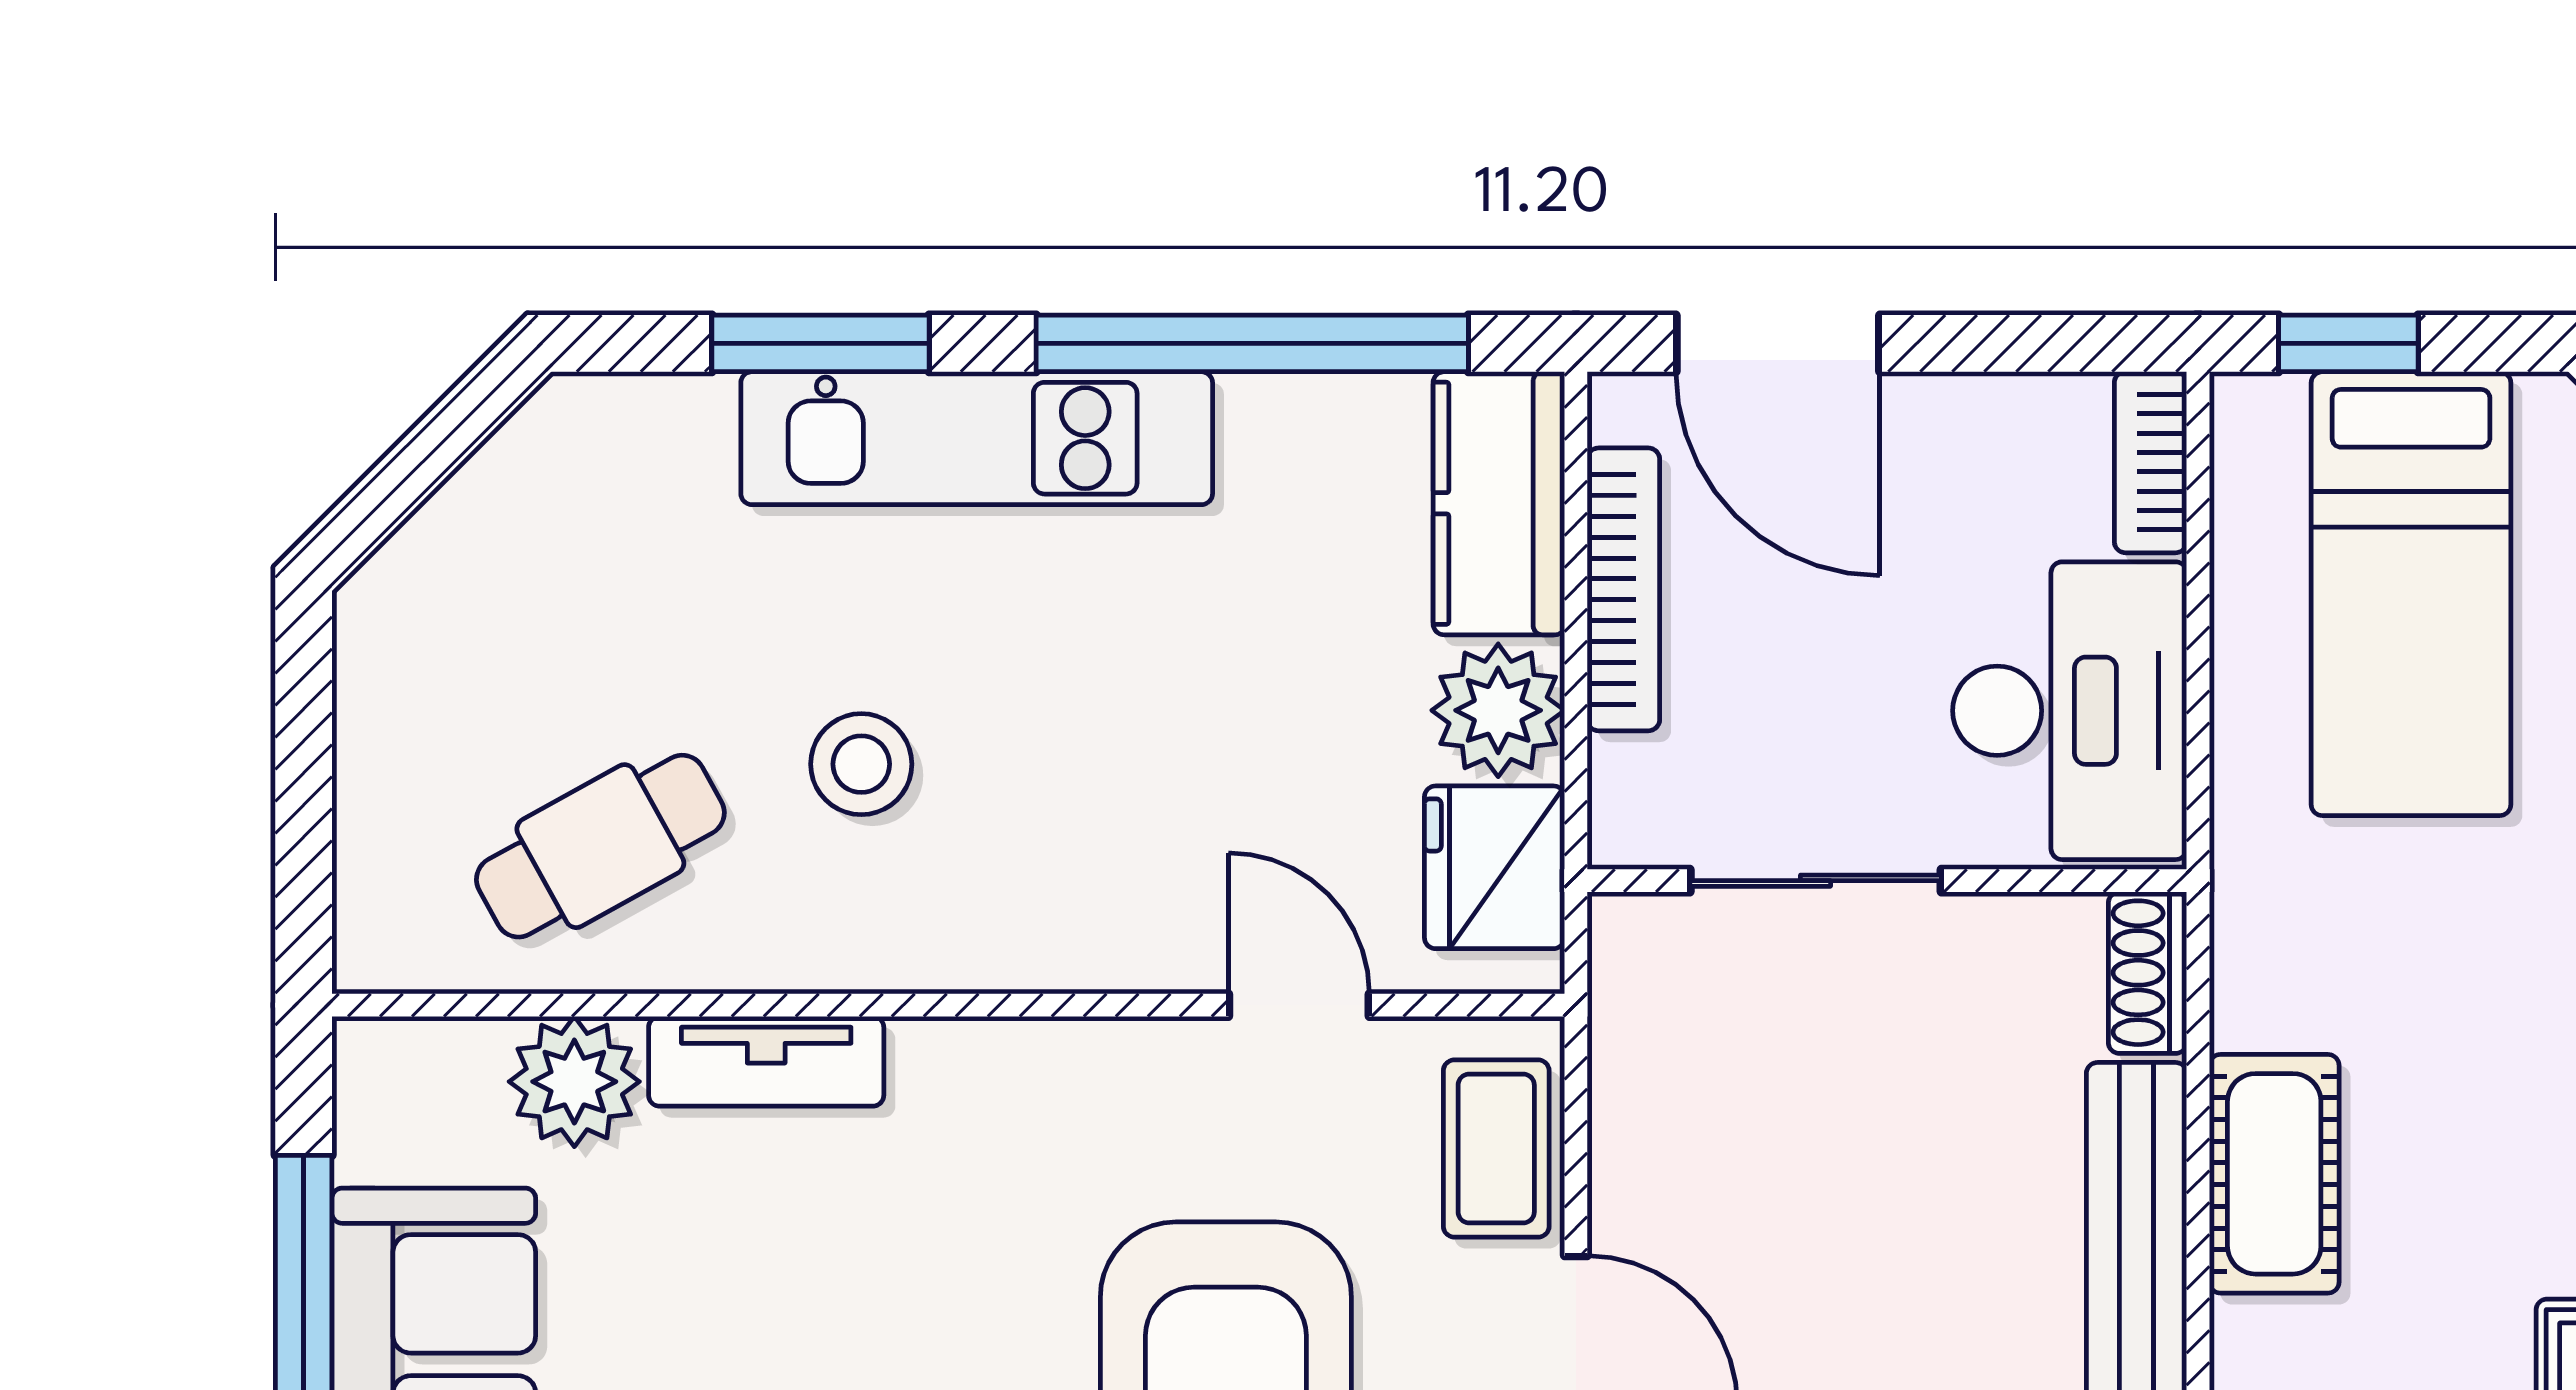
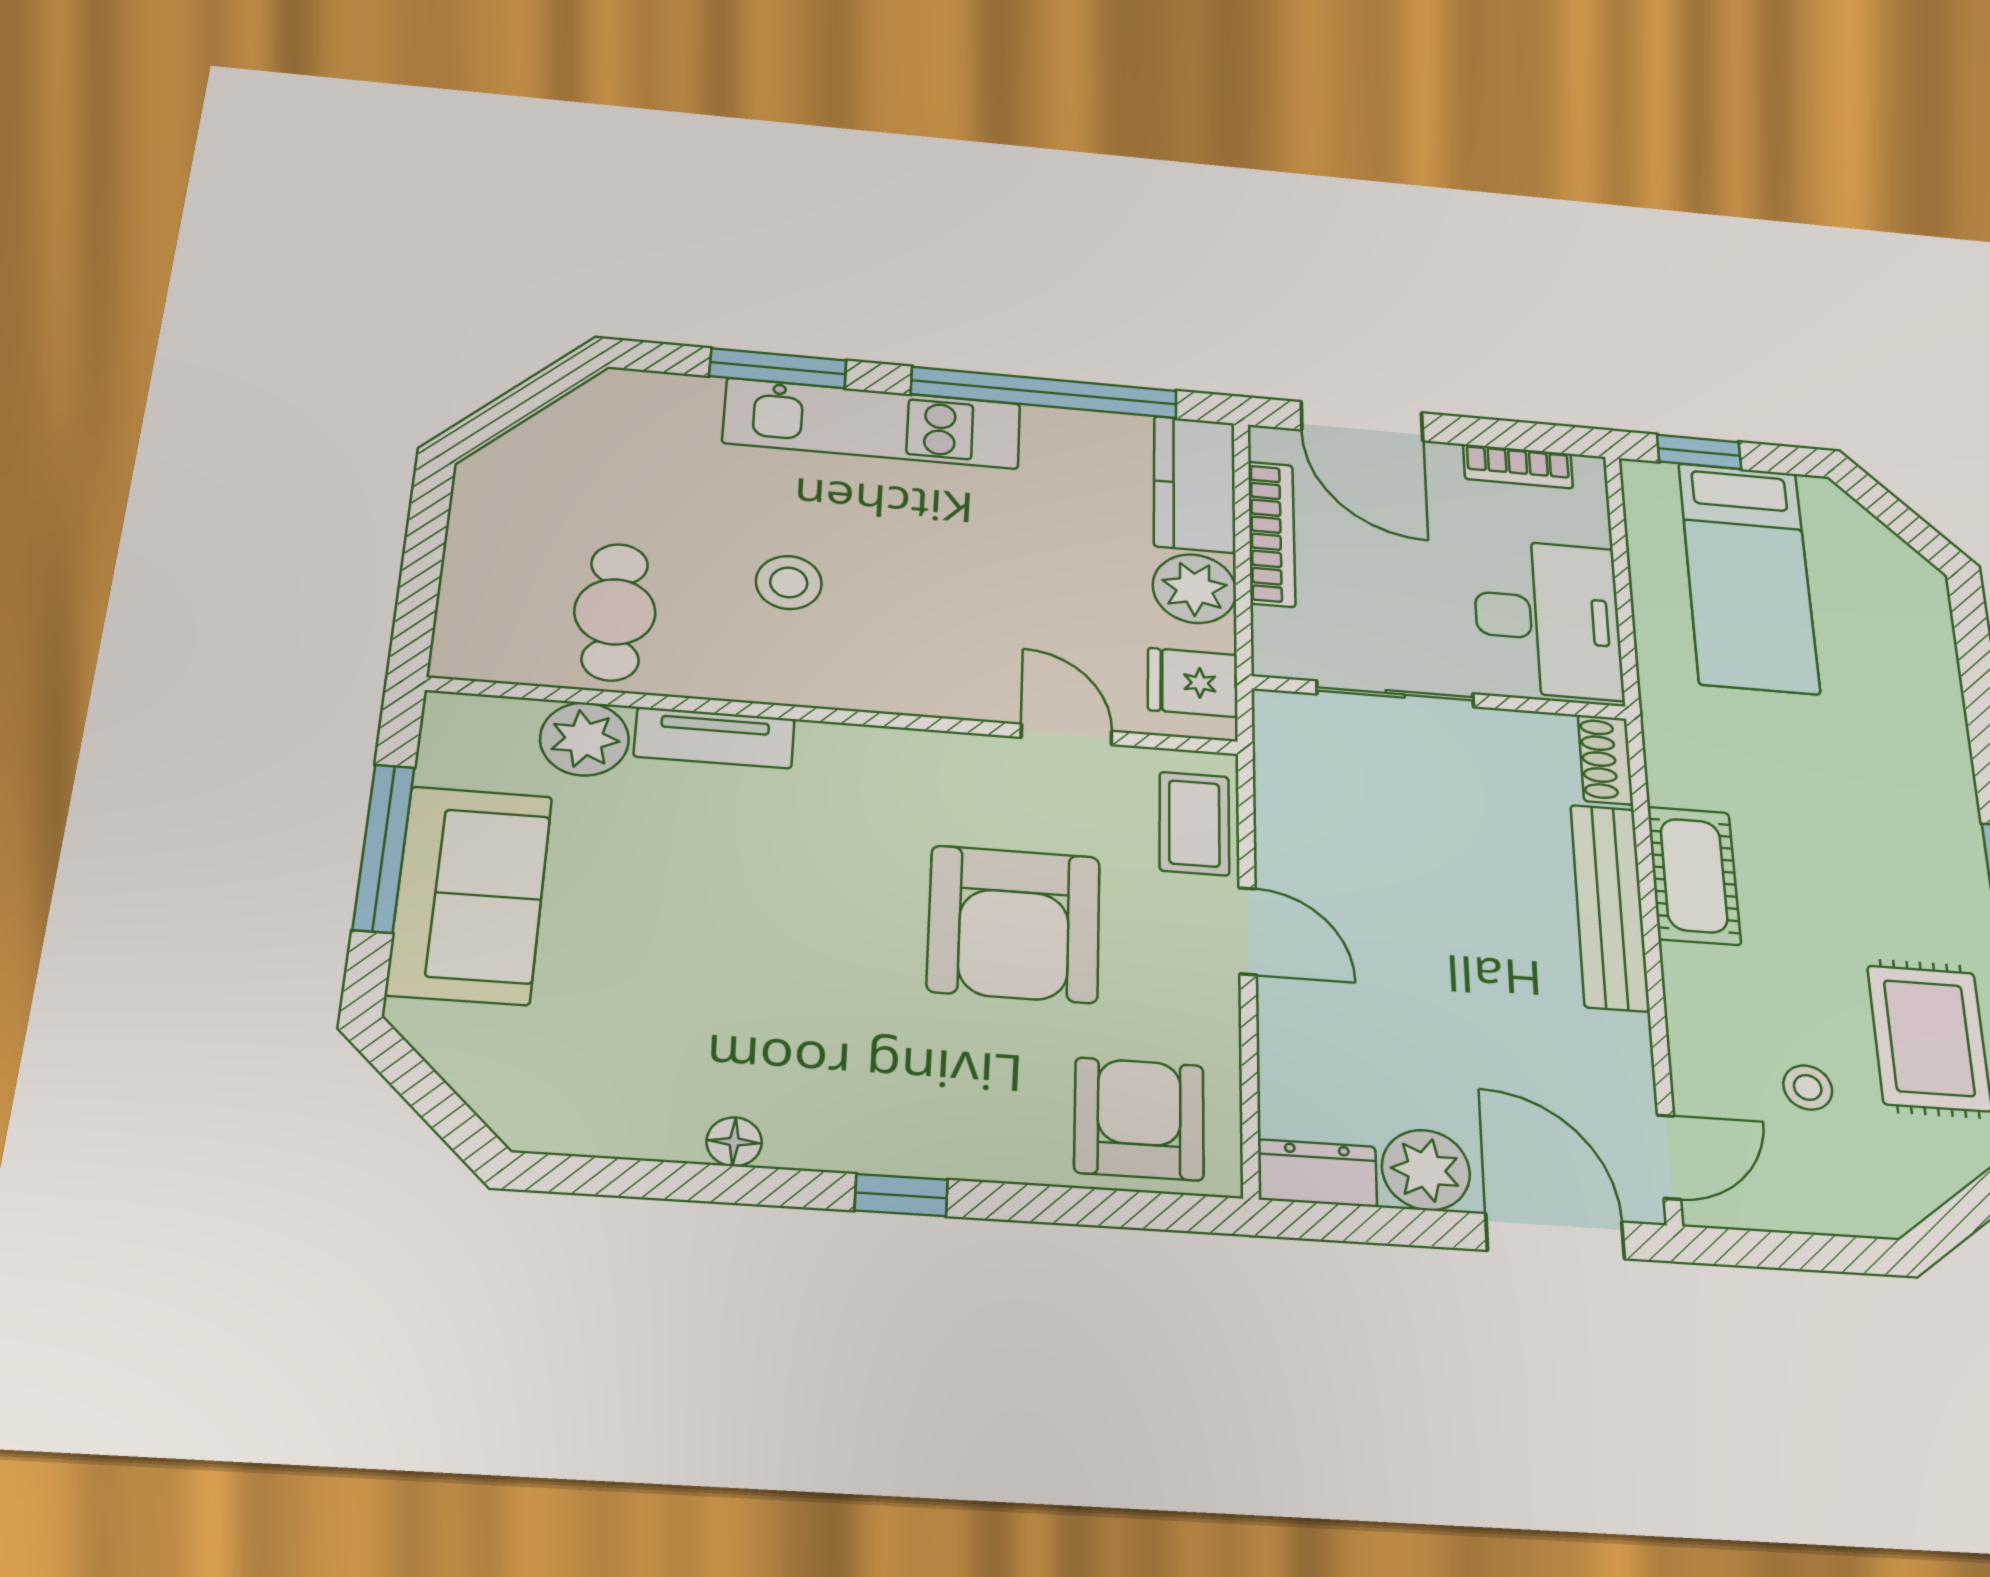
bookcase: (2150, 462) -> (1518, 466), moved, turned -90
cafe table: (600, 846) -> (615, 612), turned -61
fridge: (1495, 867) -> (1193, 682), width x0.72

